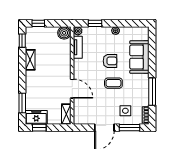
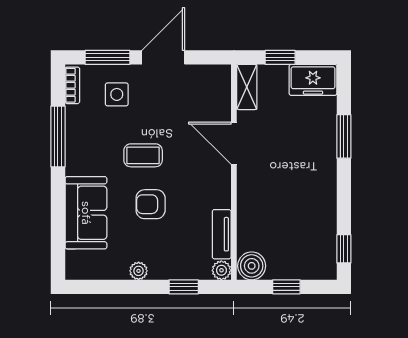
window: (38, 23) -> (286, 287), moved
shelving: (30, 60) -> (327, 207), removed
window: (22, 103) -> (344, 136), moved
window: (39, 128) -> (280, 57), moved

